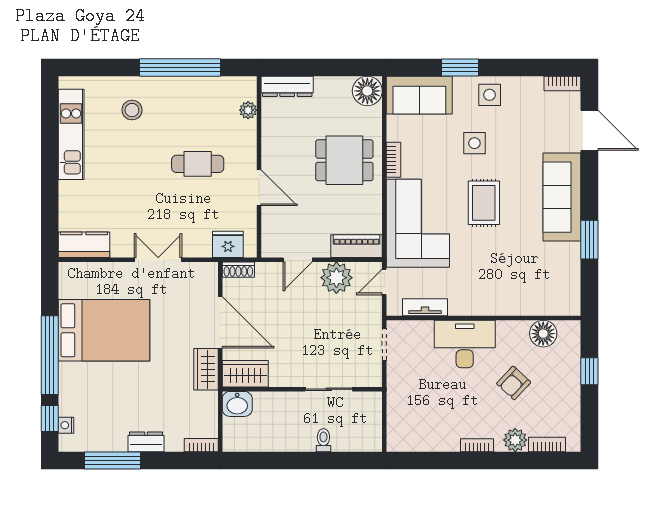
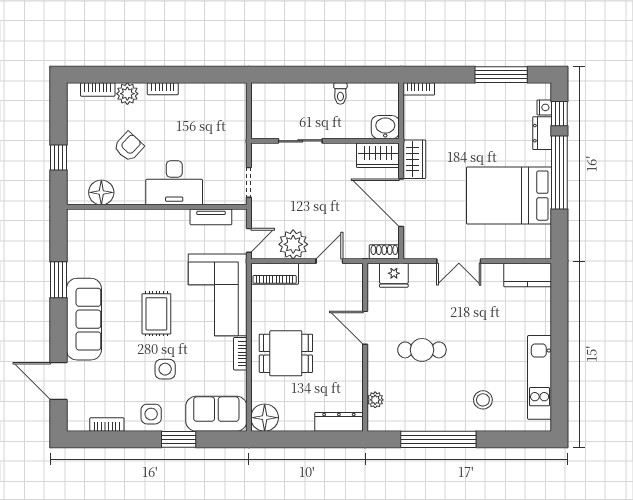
bookcase: (562, 83) -> (107, 425), moved
toilet: (323, 440) -> (340, 93), moved
dresser: (146, 442) -> (542, 133), moved, turned 90

